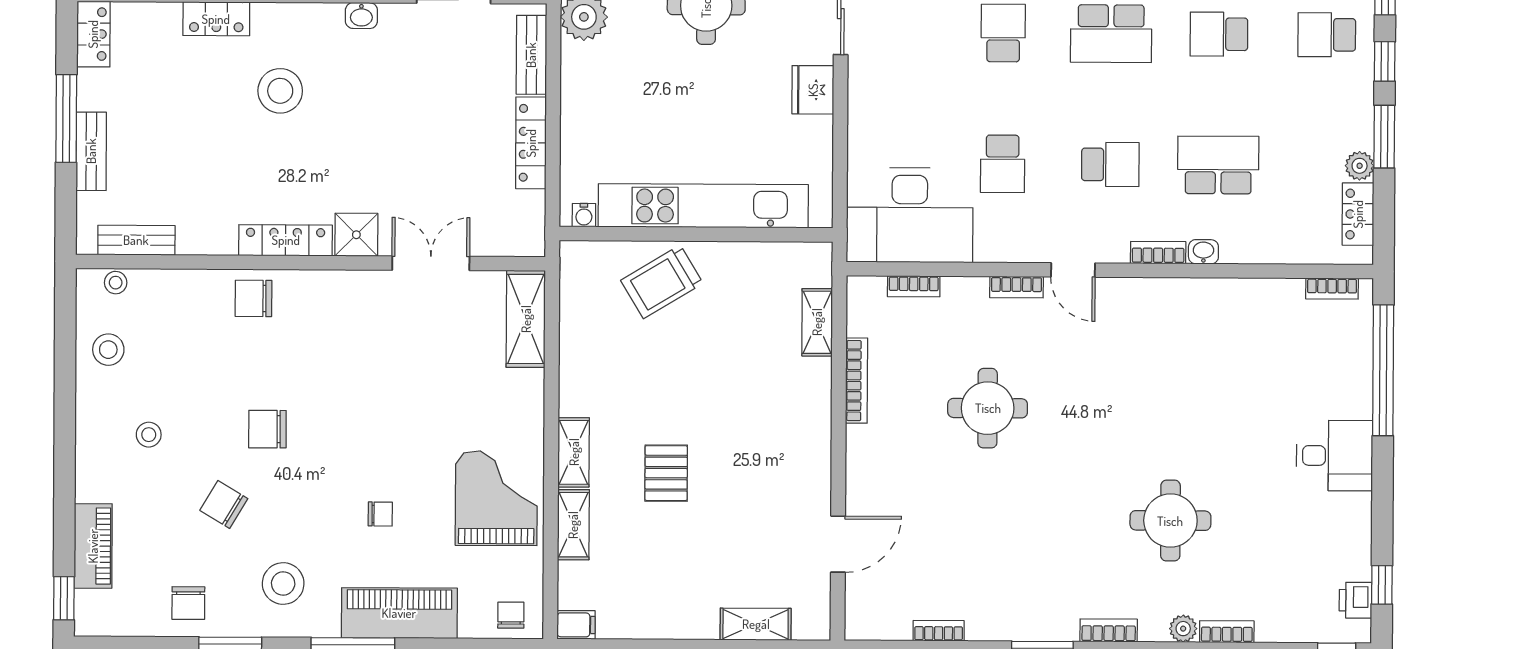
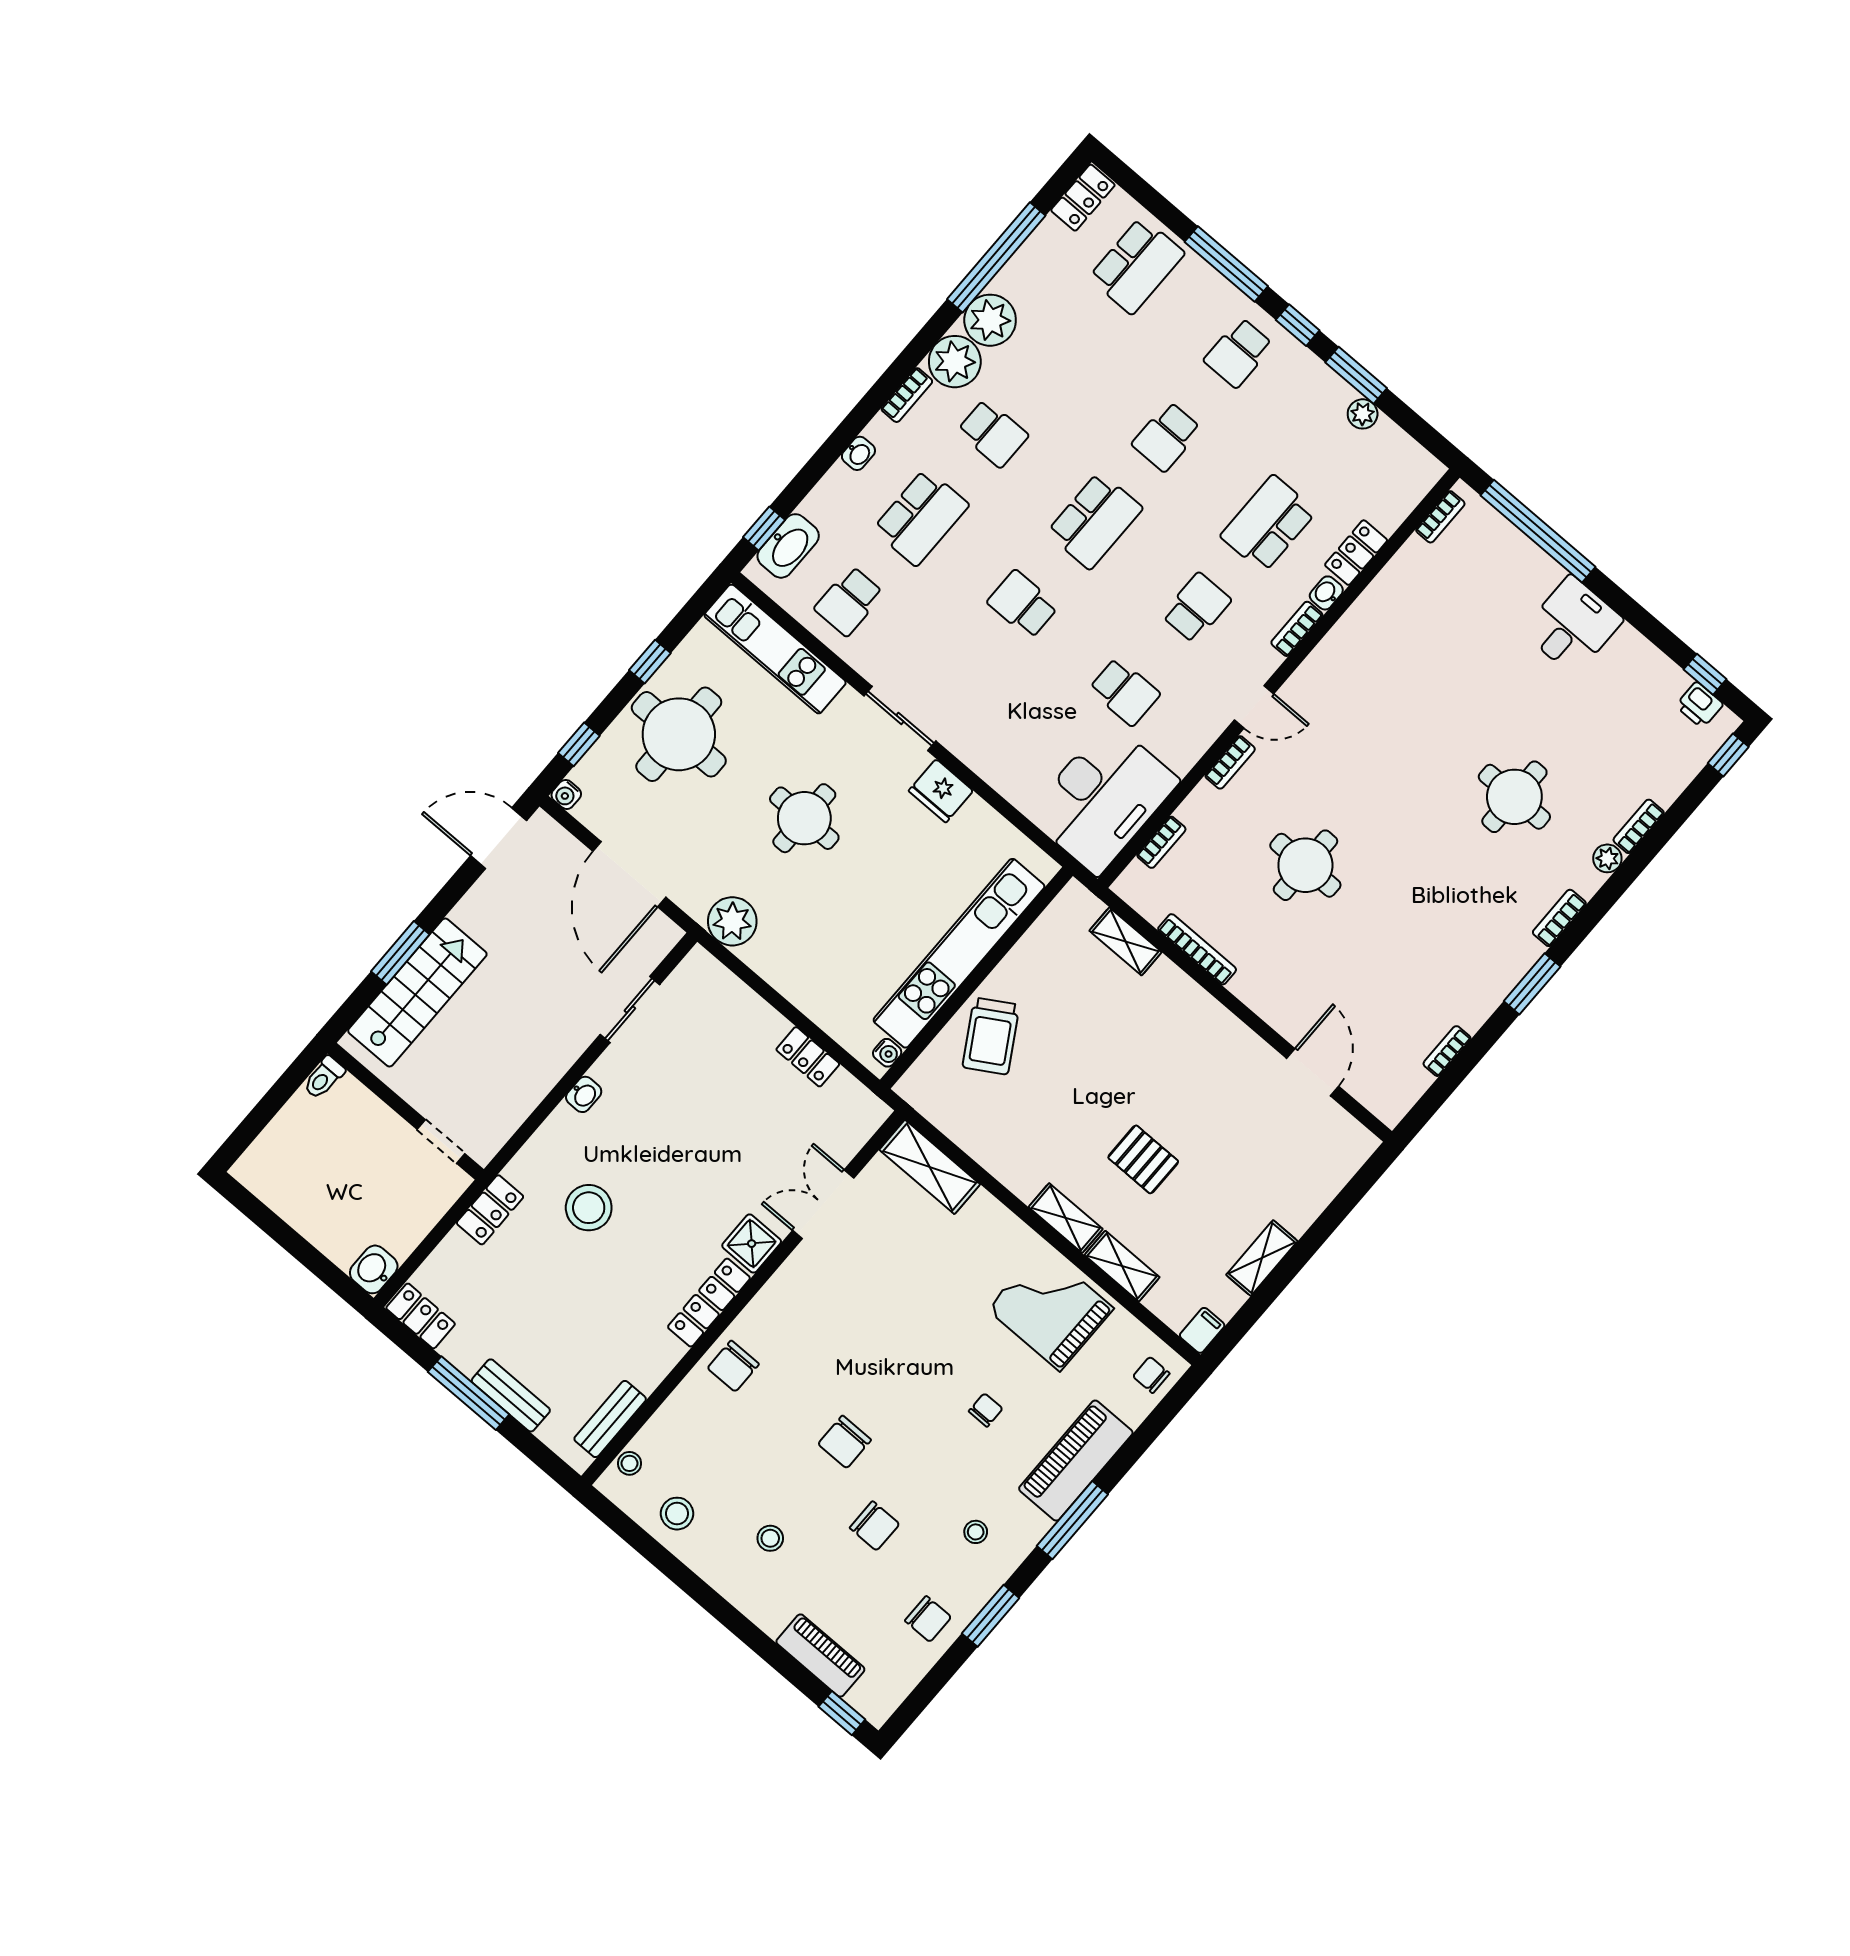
bench: (531, 55) -> (727, 987), removed
locker: (531, 143) -> (808, 1057), width x0.66
locker: (1358, 214) -> (1356, 553), moved, turned 90
chair: (224, 504) -> (875, 1526), turned -121
stool: (283, 584) -> (976, 1532), width x0.53, depth x0.53
shelving: (756, 624) -> (1262, 1258), moved

